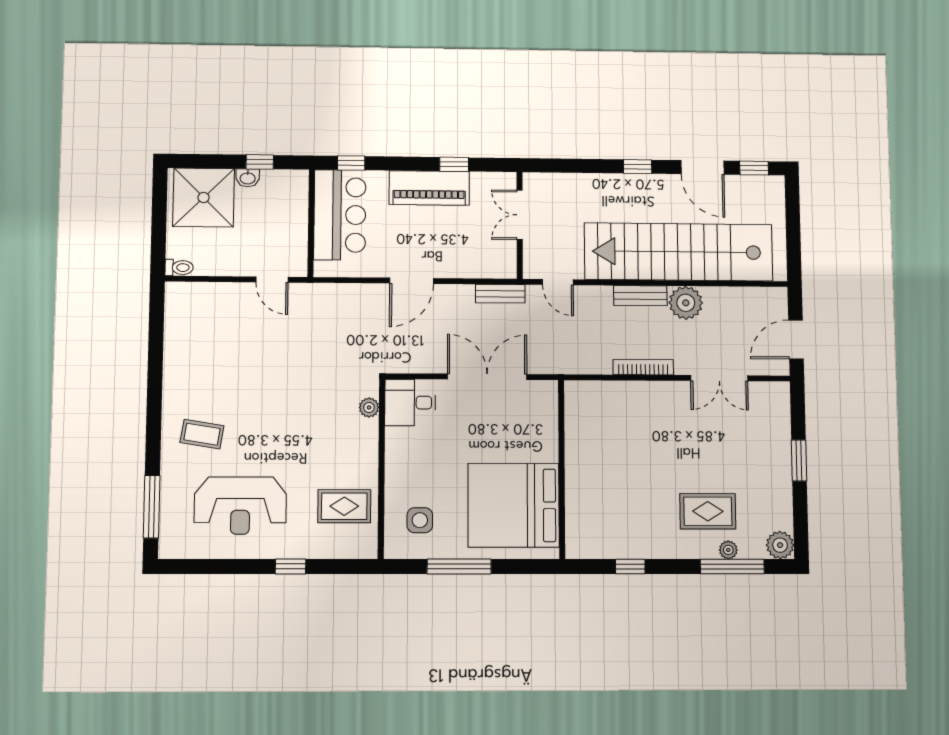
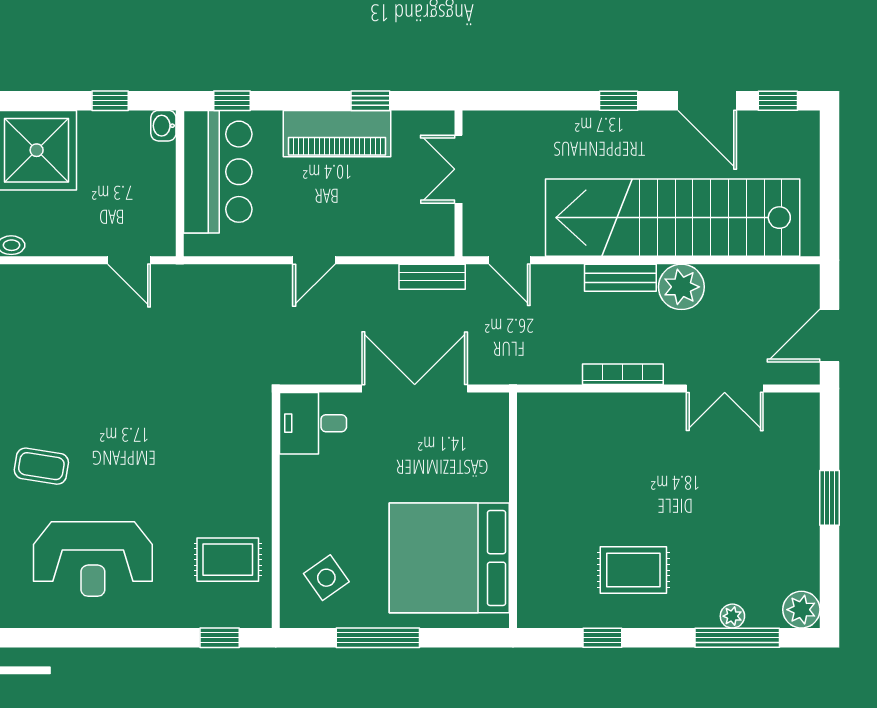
washbasin: (248, 178) -> (163, 126), moved, turned 90
door: (412, 281) -> (314, 260), width x0.73
plant: (369, 407) -> (259, 430), removed
rug: (708, 511) -> (633, 570), moved
side table: (420, 520) -> (326, 578), turned -35
window: (291, 566) -> (220, 638), moved

